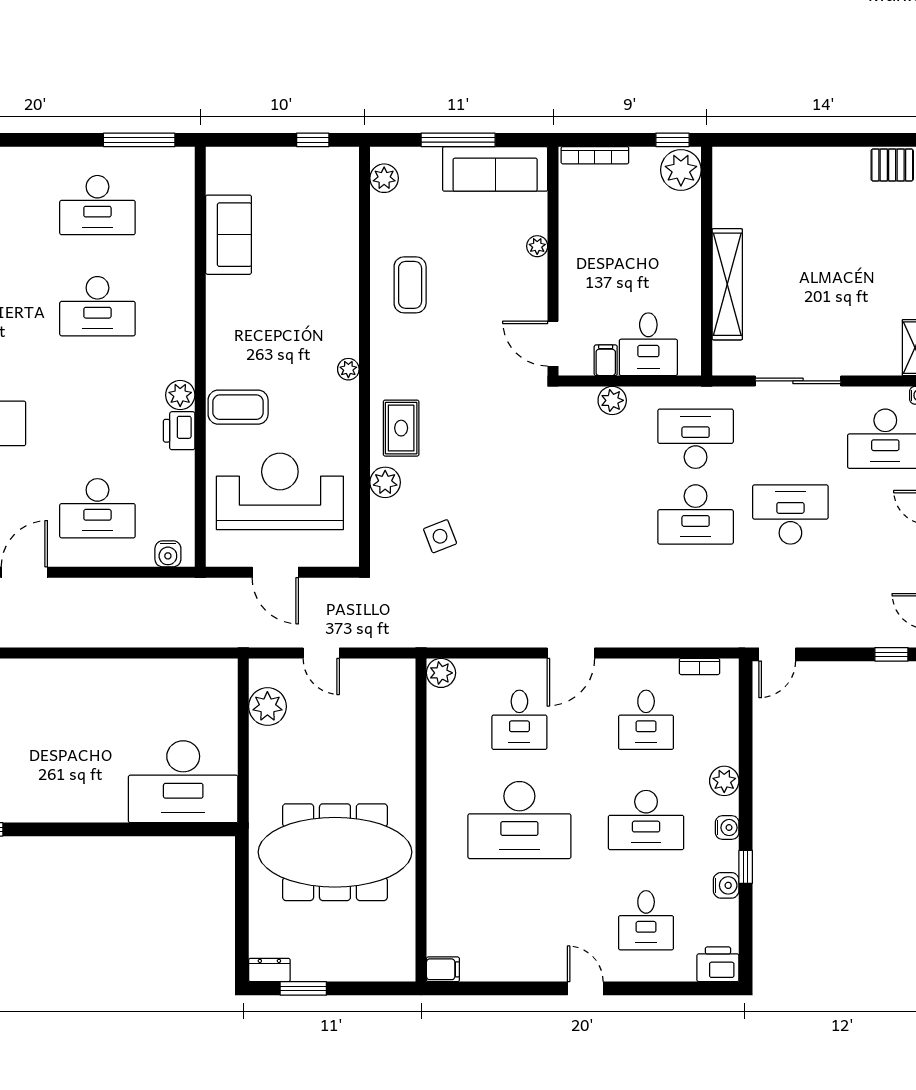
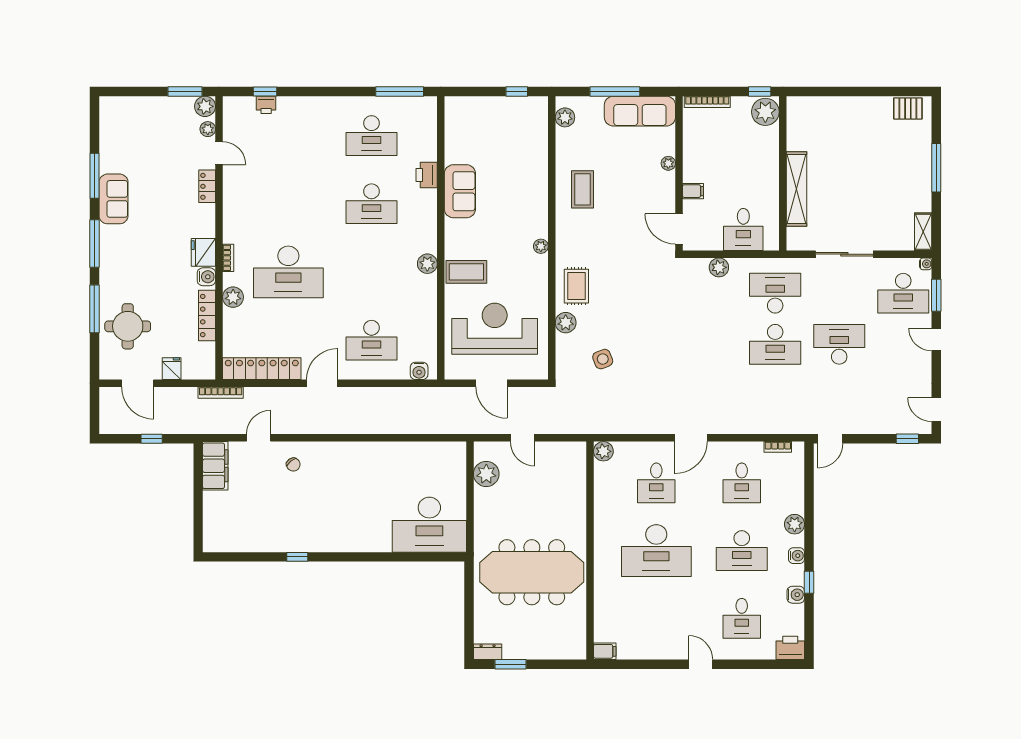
sofa: (228, 235) -> (460, 191), moved
filing cabinet: (606, 360) -> (693, 191), moved, turned 90
printer: (179, 431) -> (427, 175), moved

